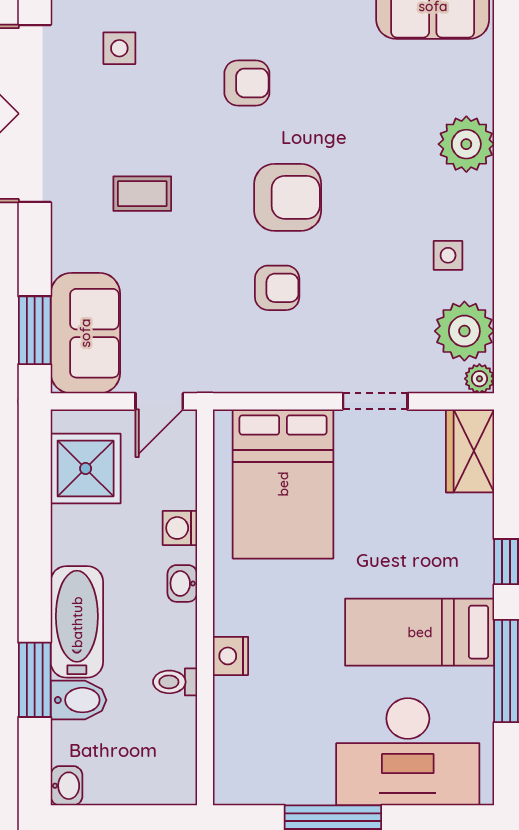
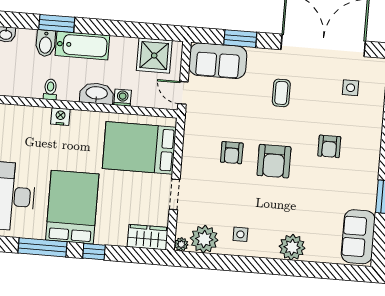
window: (35, 330) -> (240, 39), moved
washbasin: (182, 583) -> (97, 93), width x1.91, depth x1.45
bed: (420, 632) -> (72, 207), width x1.50

